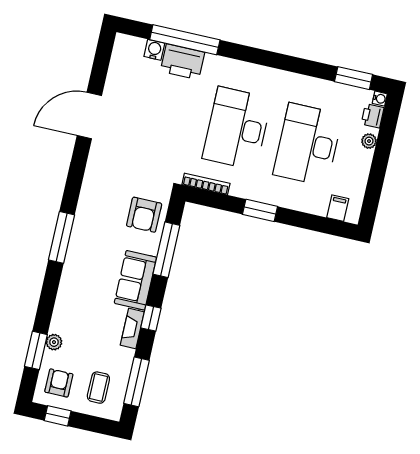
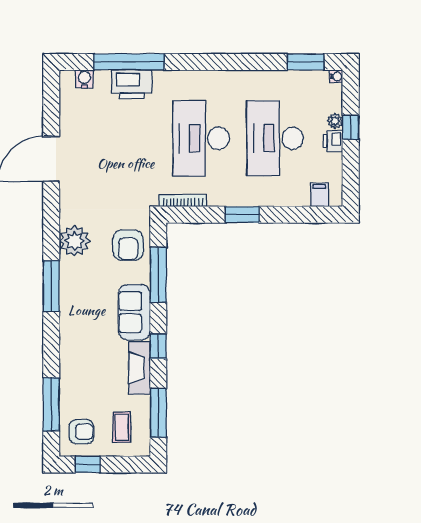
water cooler: (154, 50) -> (84, 79), moved
printer: (373, 116) -> (333, 141), moved
window: (382, 150) -> (351, 127), added
fireplace: (132, 328) -> (139, 368), width x1.37, depth x1.32
plant: (54, 342) -> (74, 241), moved, width x1.88, depth x1.88
window: (36, 350) -> (51, 404), width x1.44
armchair: (59, 383) -> (81, 432), turned 90

